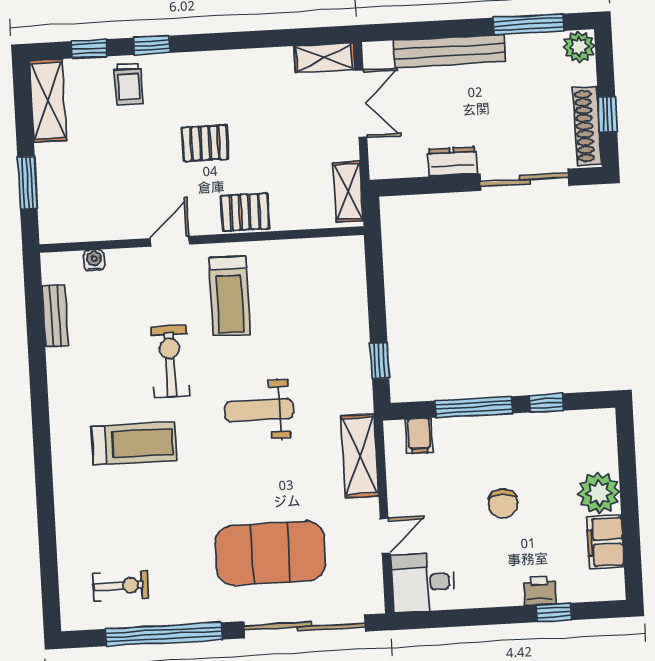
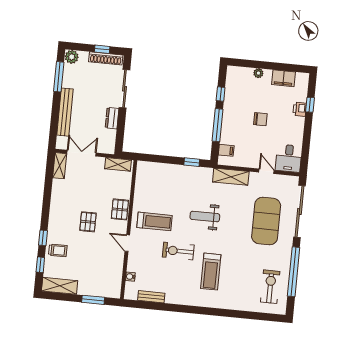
weight bench: (259, 410) -> (205, 217), turned 90
treadmill: (134, 443) -> (211, 272), turned 180
plant: (599, 493) -> (258, 73), width x0.53, depth x0.53
exercise bike: (121, 586) -> (270, 287), width x1.38, depth x1.39

